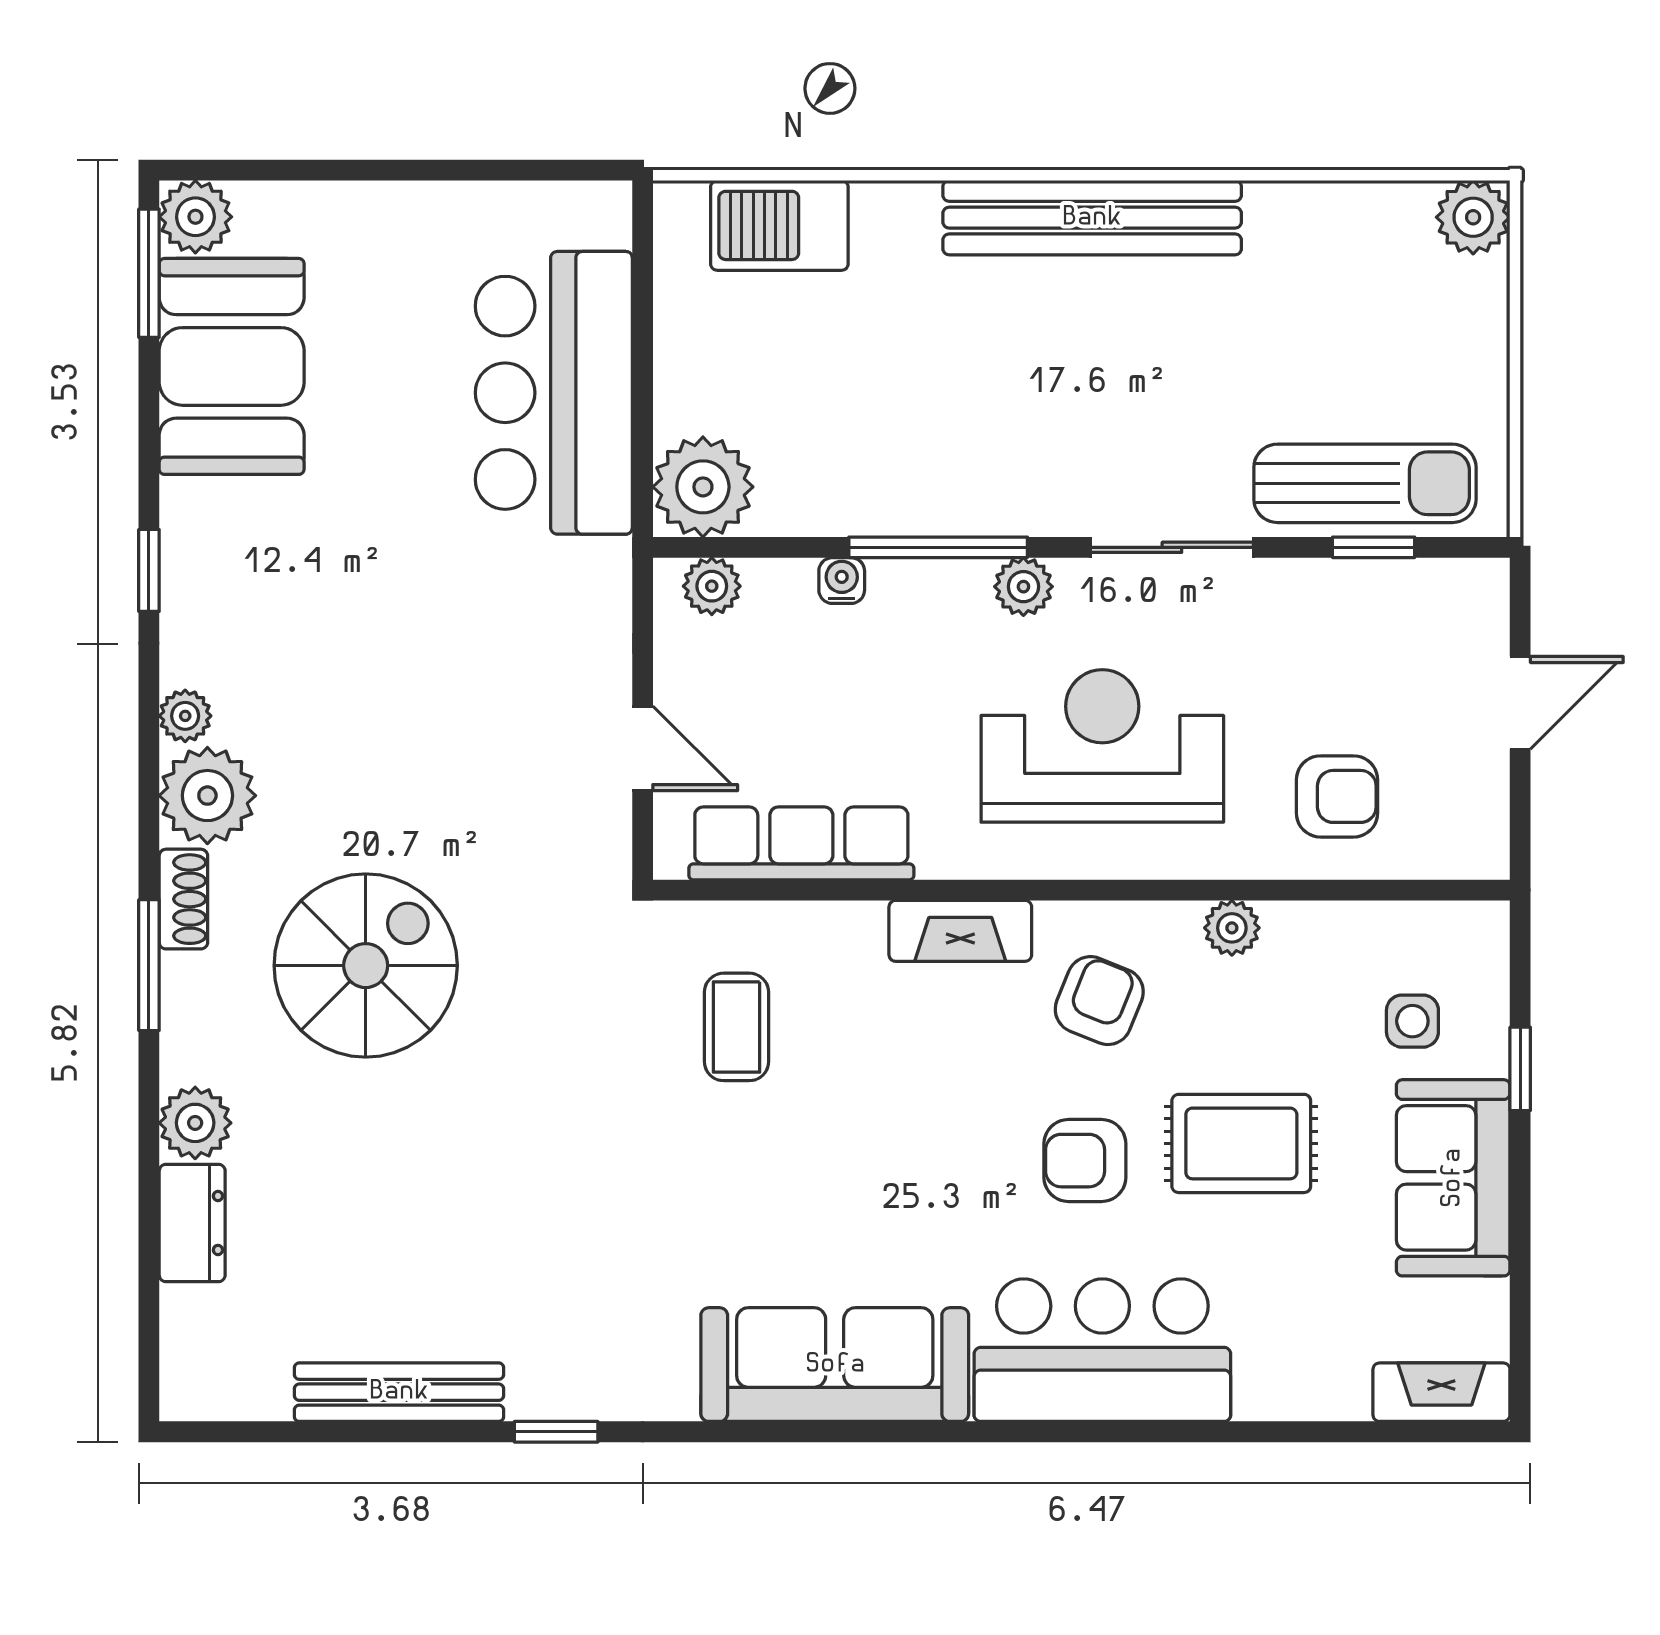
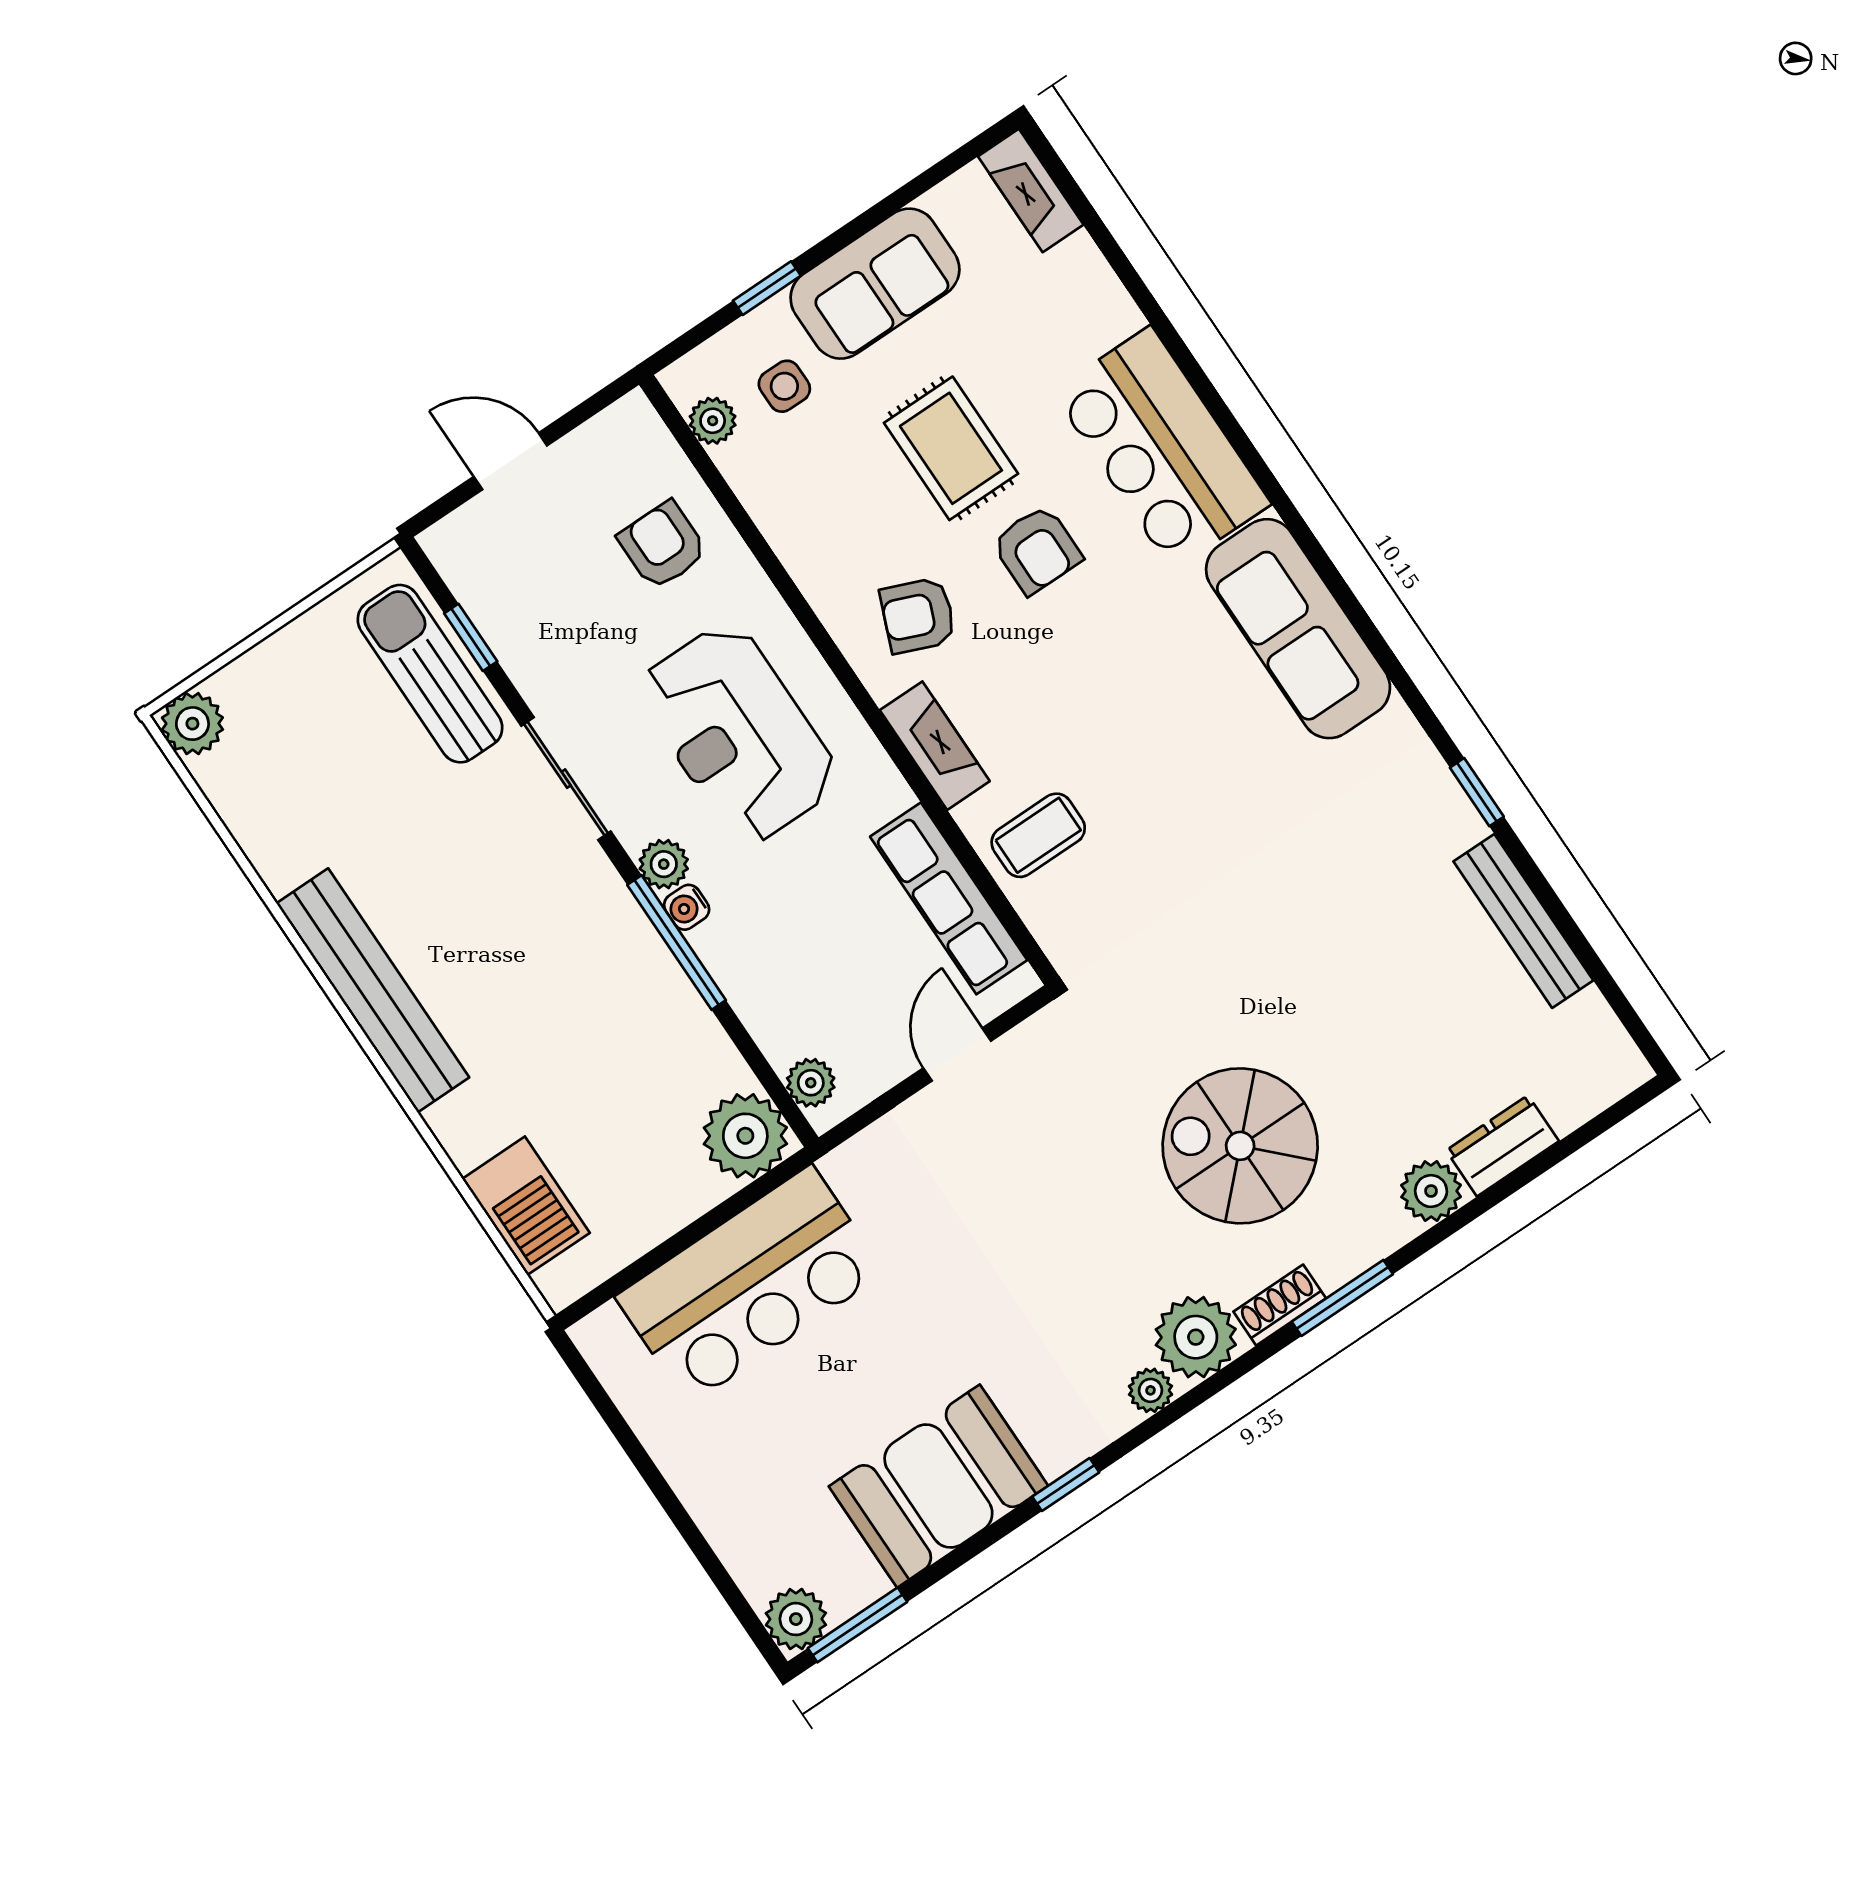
booth: (232, 366) -> (938, 1486), moved
water cooler: (842, 581) -> (687, 907), moved
plant: (1232, 928) -> (713, 421), moved
coffee table: (736, 1027) -> (1038, 835), moved

